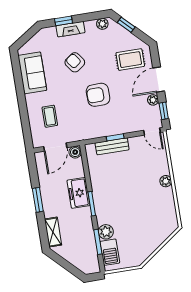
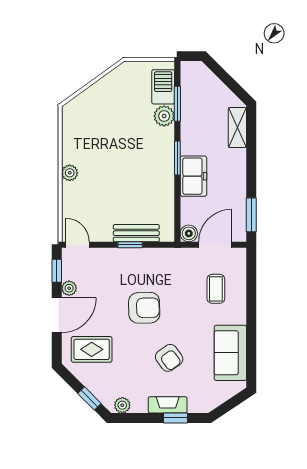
window: (38, 200) -> (251, 215), moved

